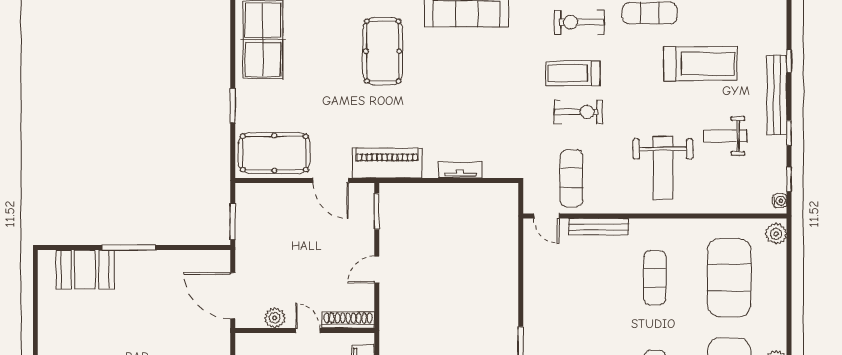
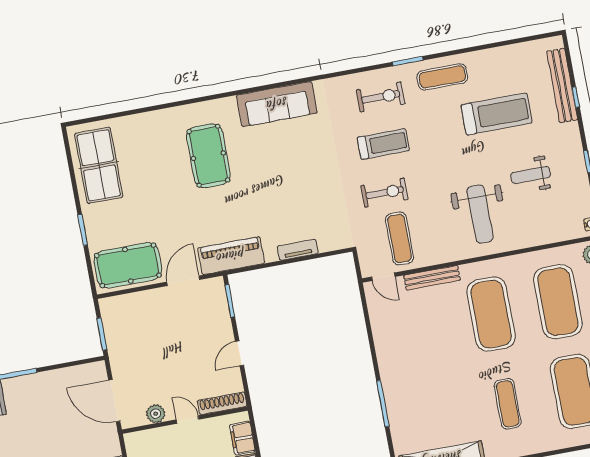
exercise bike: (579, 22) -> (381, 97), turned 180
treadmill: (573, 73) -> (383, 144), turned 180
bench: (777, 95) -> (562, 86), moved
exercise bike: (578, 112) -> (385, 193), moved
door: (331, 181) -> (183, 281), swing flipped
exercise mat: (655, 278) -> (491, 314), width x2.00, depth x1.45

